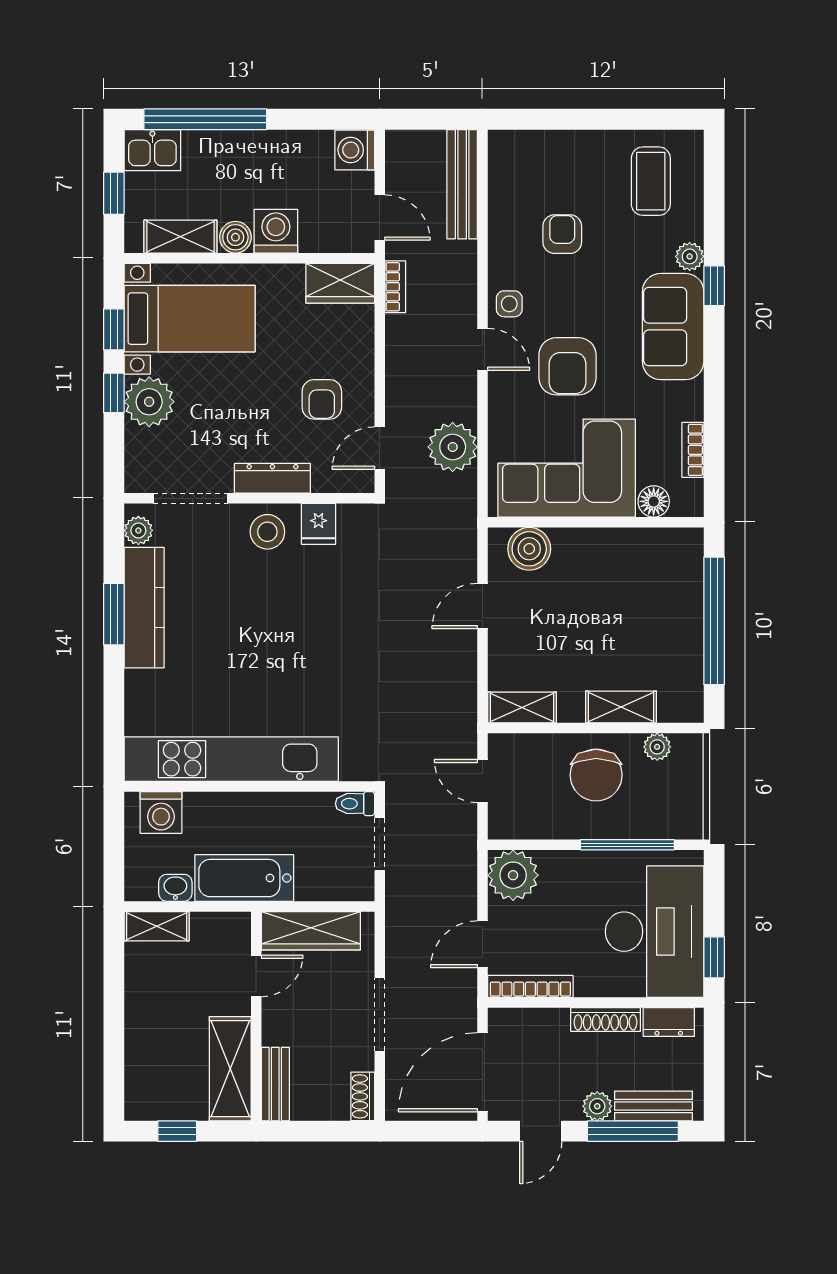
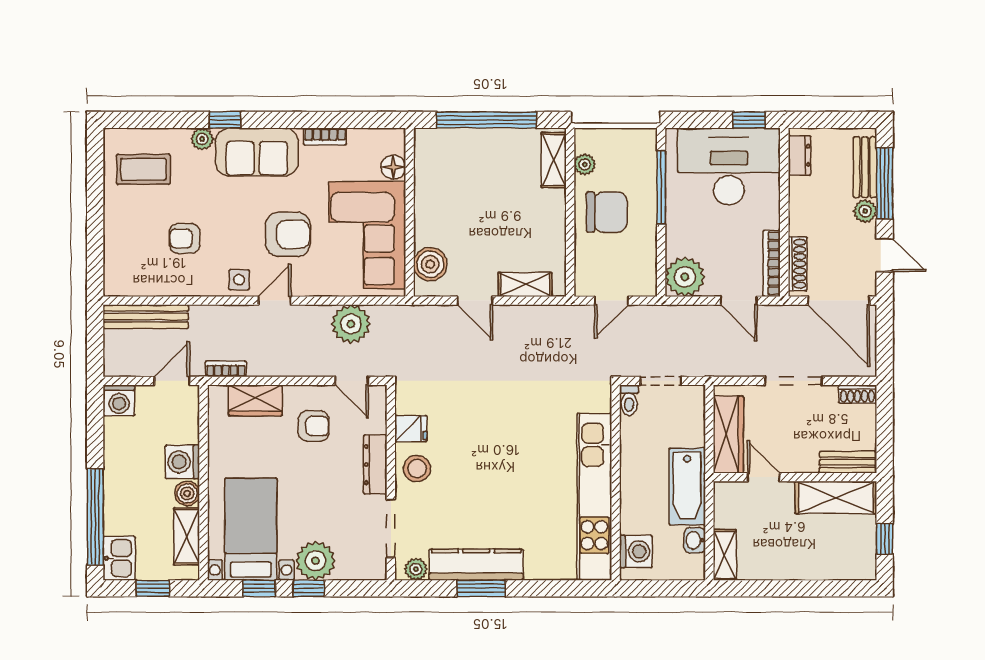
wardrobe: (340, 283) -> (255, 400), moved, turned 90
bookcase: (693, 450) -> (325, 137), moved
shelving: (522, 707) -> (525, 285), moved, turned 90
shelving: (621, 707) -> (554, 160), moved
shoe rack: (606, 1020) -> (798, 264), moved

